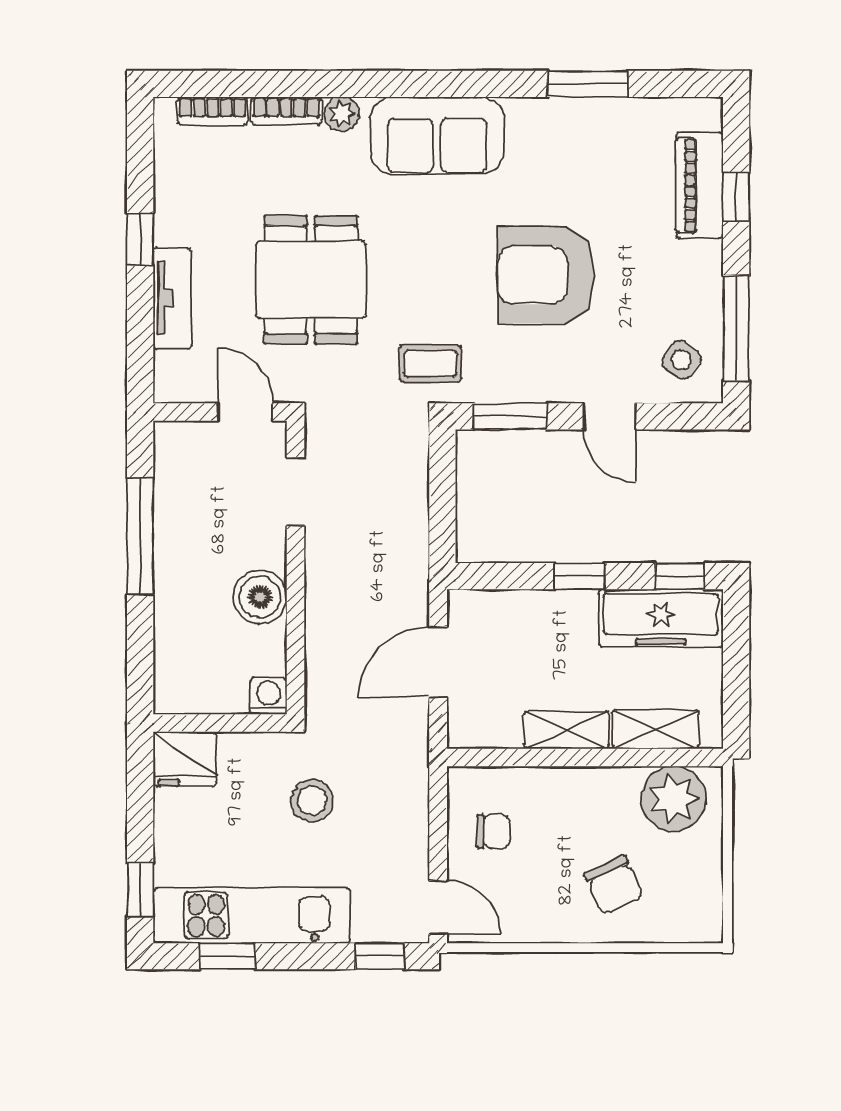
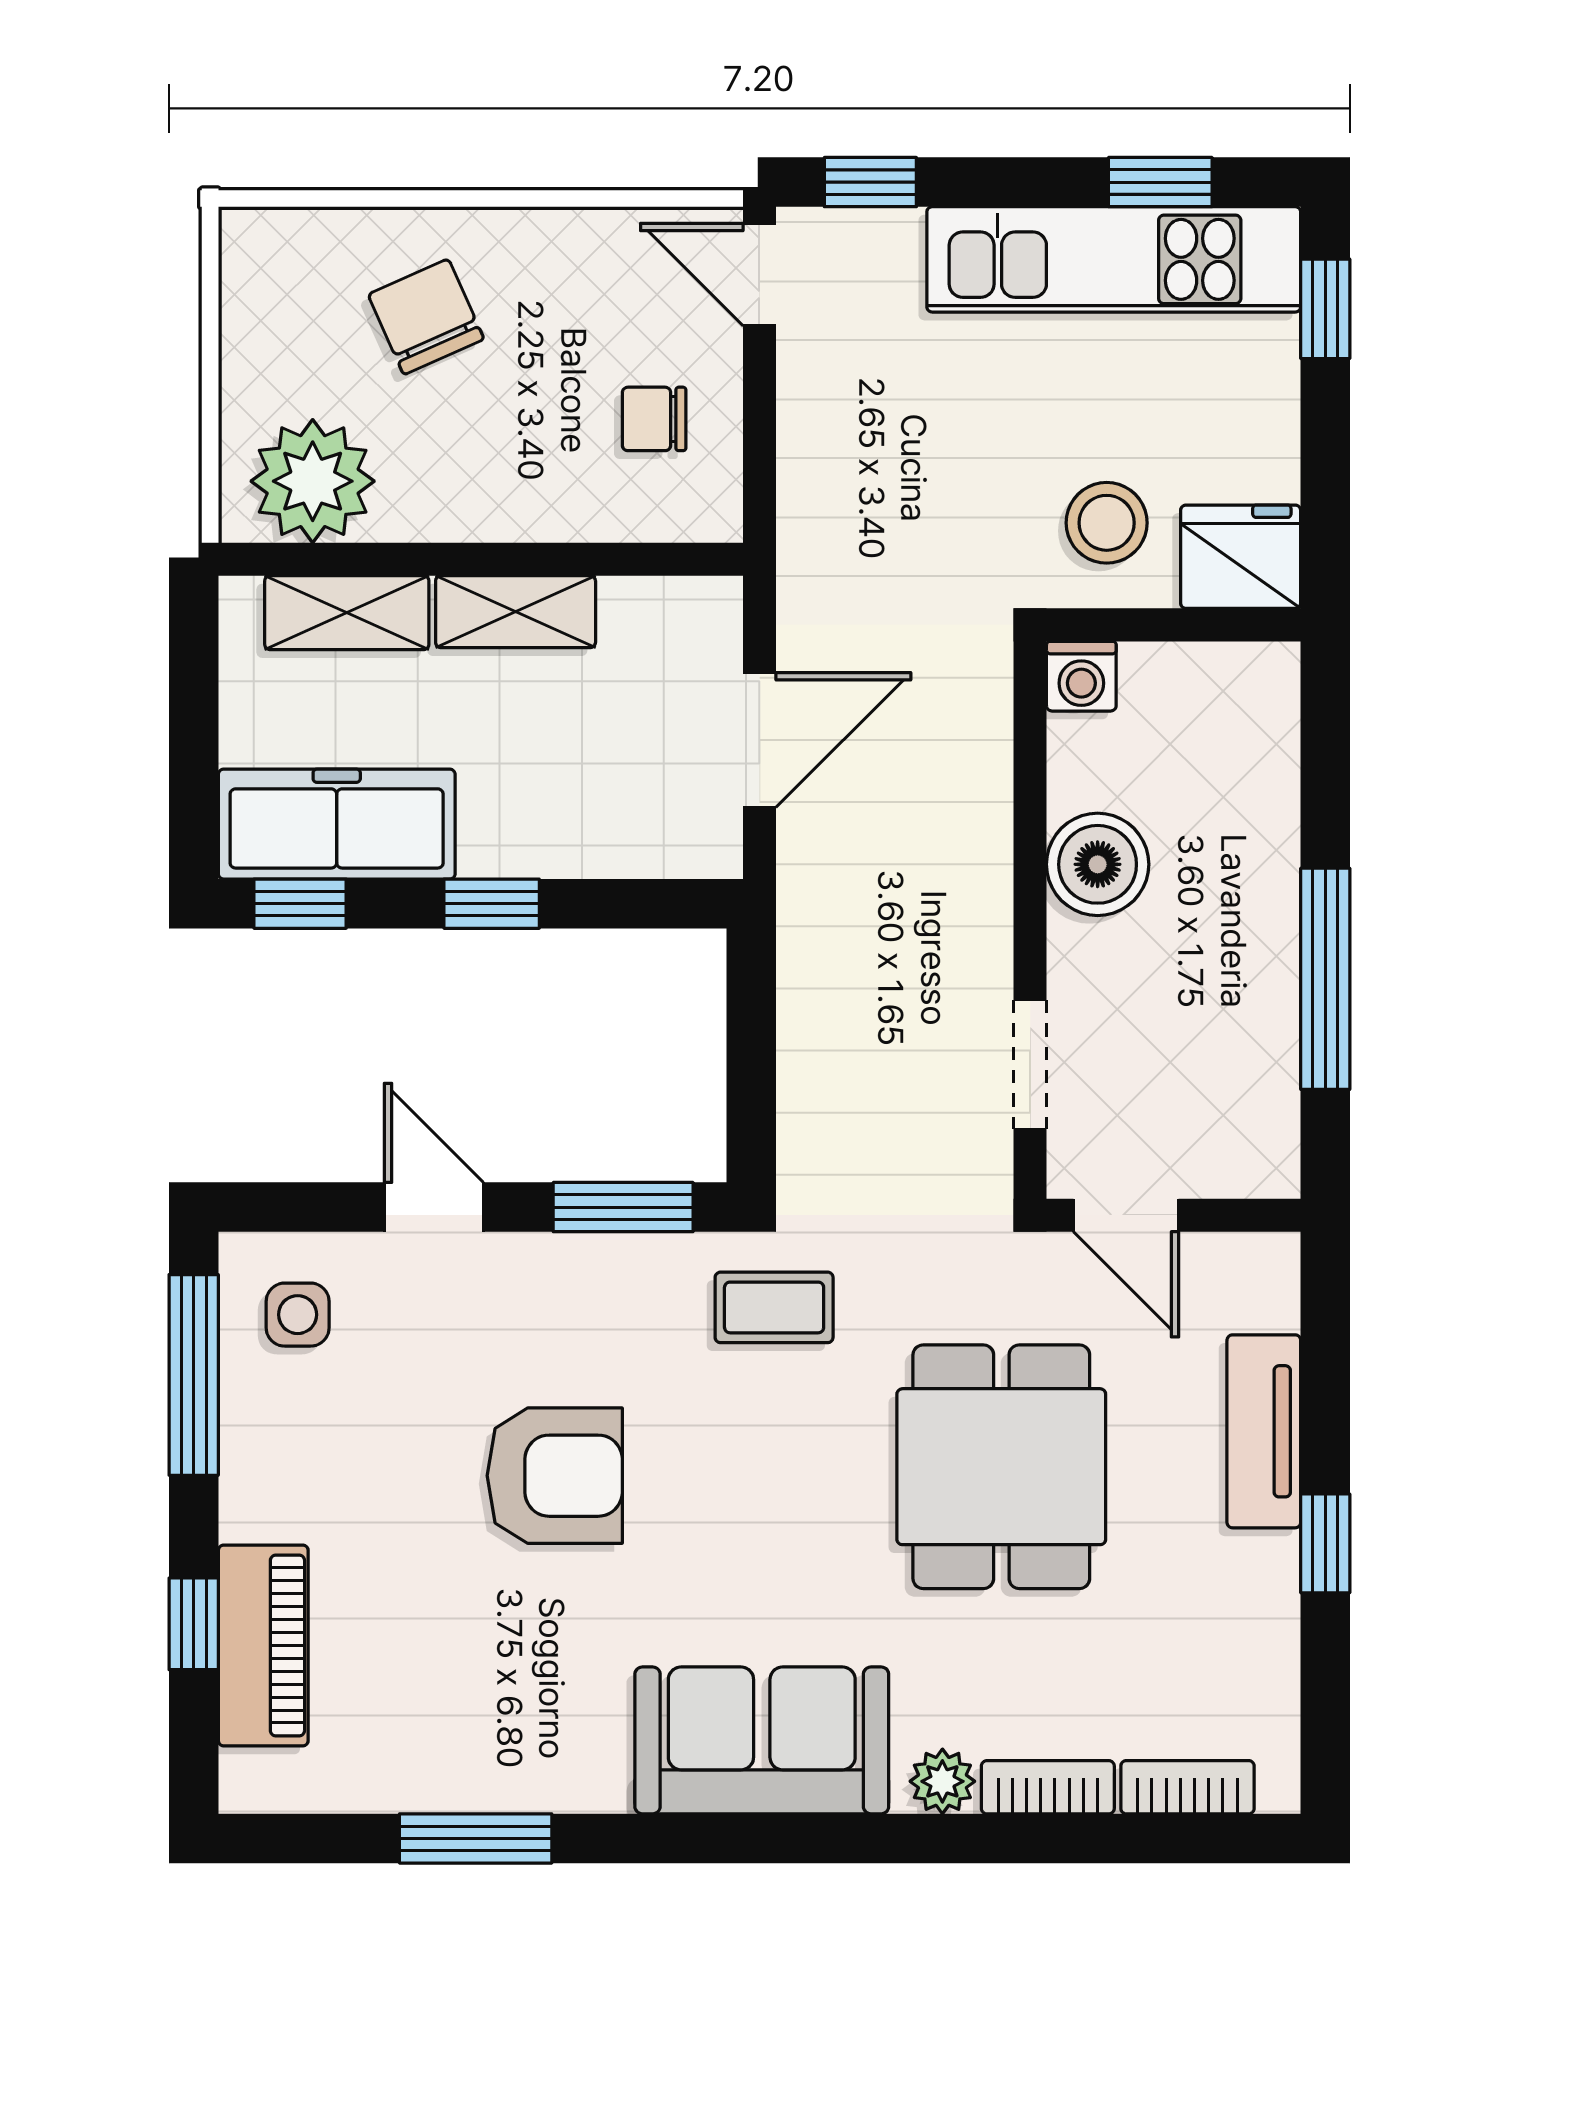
armchair: (546, 275) -> (555, 1476), width x0.73, depth x0.73
side table: (681, 360) -> (298, 1315), turned -36
stool: (312, 800) -> (1107, 523), moved

